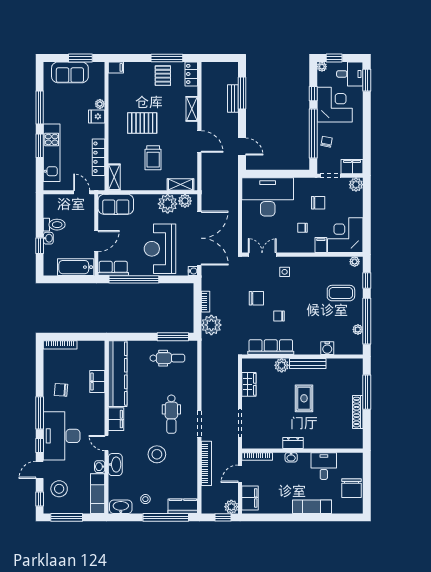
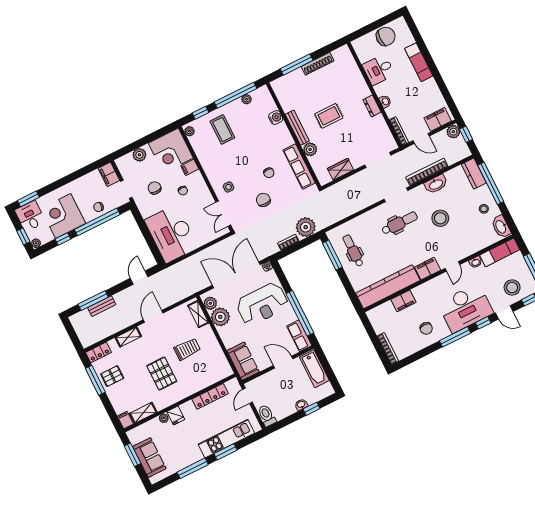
shelving: (114, 177) -> (143, 413), moved
plant: (356, 185) -> (139, 155), moved
toilet: (54, 225) -> (267, 416), moved
washbasin: (115, 465) -> (436, 184), moved, turned 180

